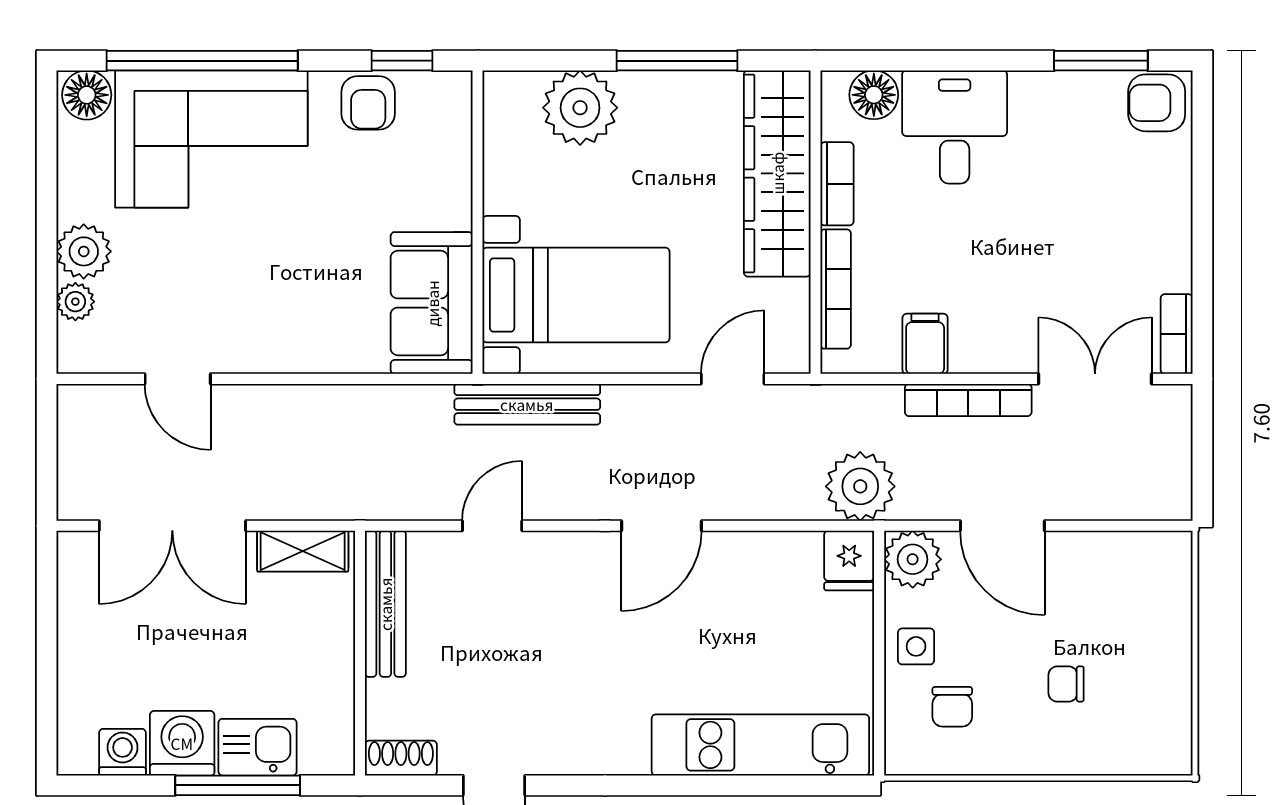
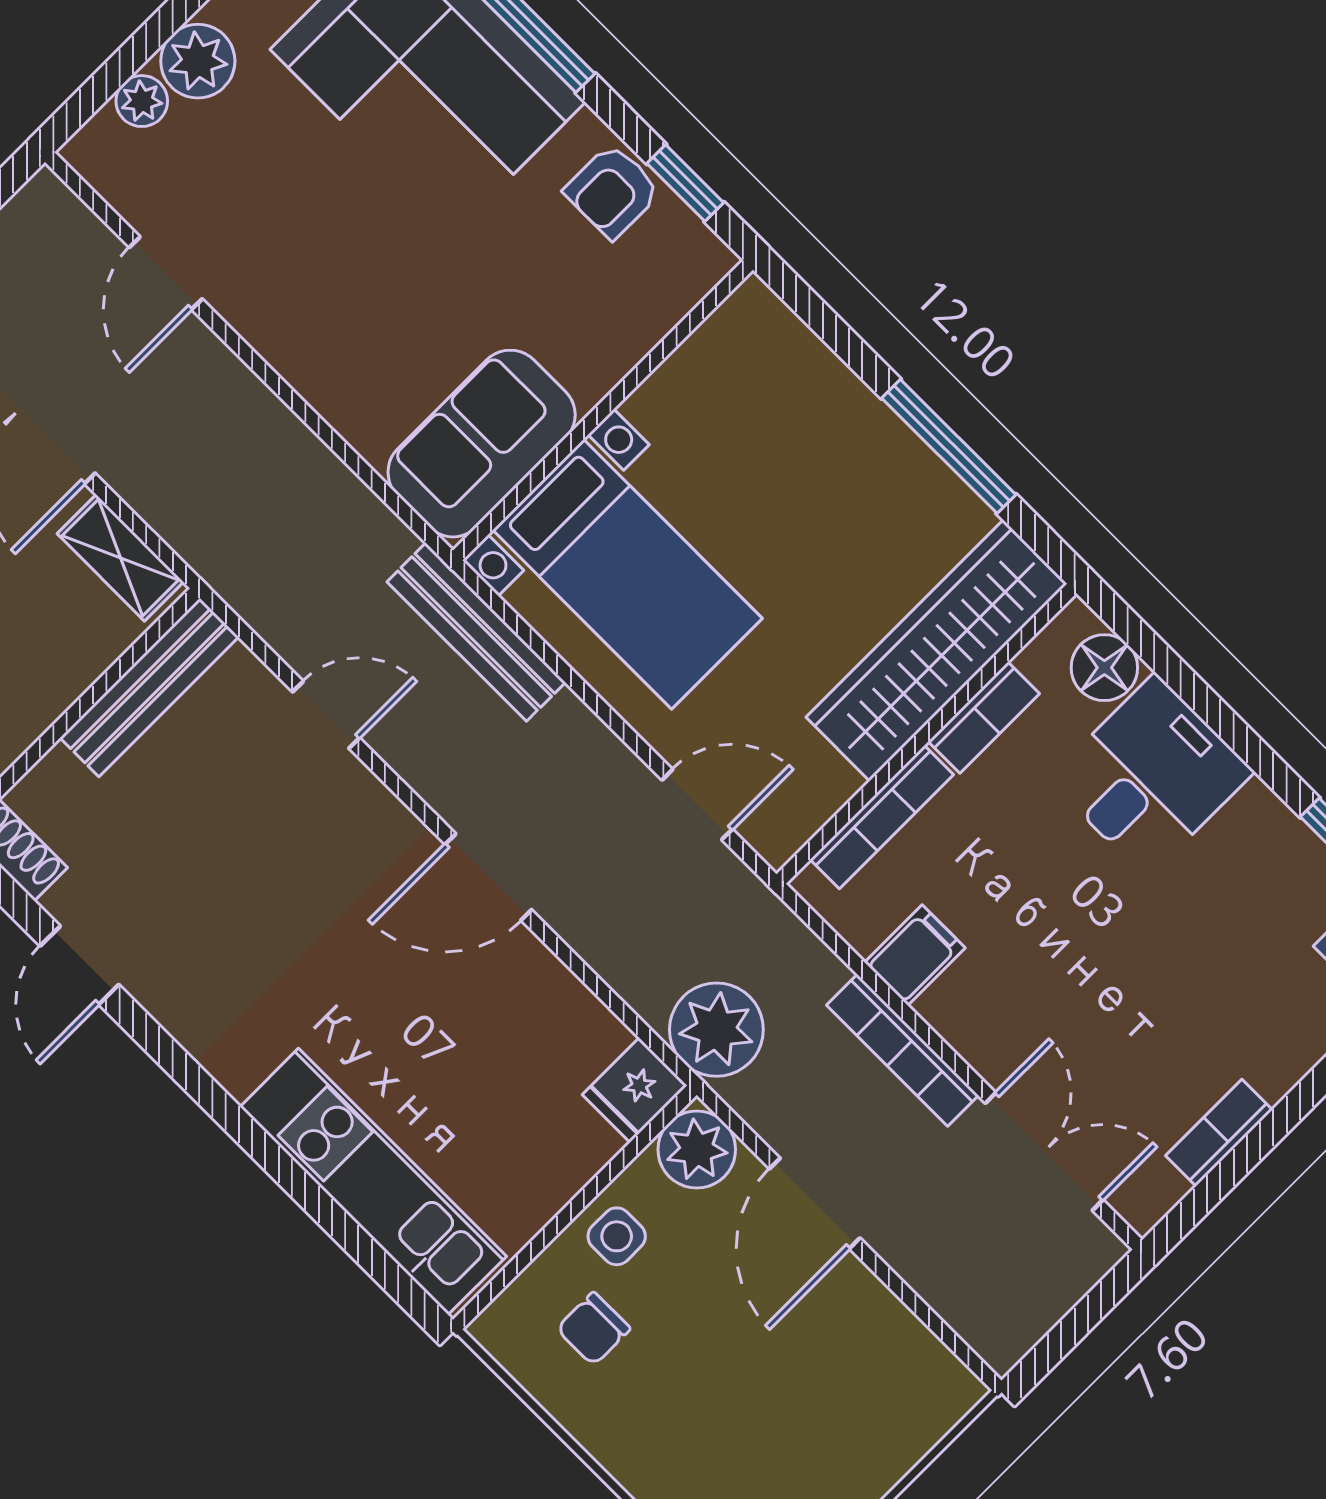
plant: (580, 108) -> (811, 399), removed
bookcase: (1177, 334) -> (1219, 1133), moved
chair: (1066, 684) -> (724, 1416), removed

